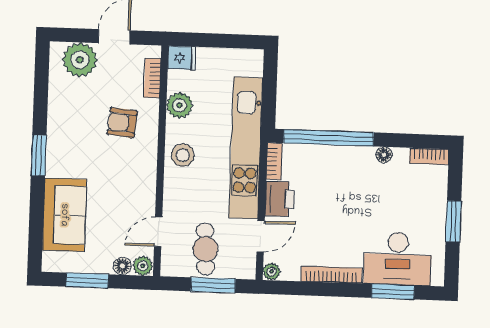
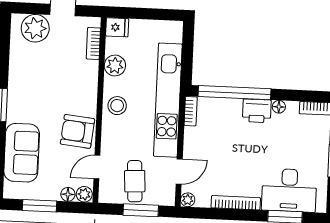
armchair: (122, 123) -> (77, 131), moved, width x1.38, depth x1.38
printer: (280, 199) -> (257, 111), moved, turned 90

